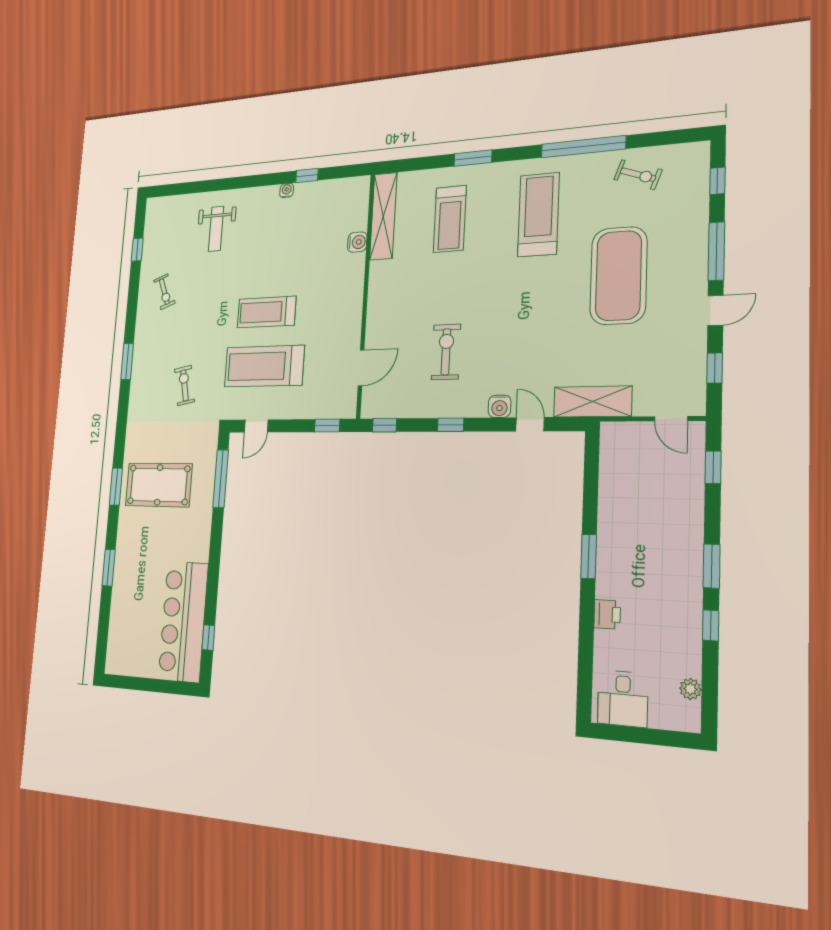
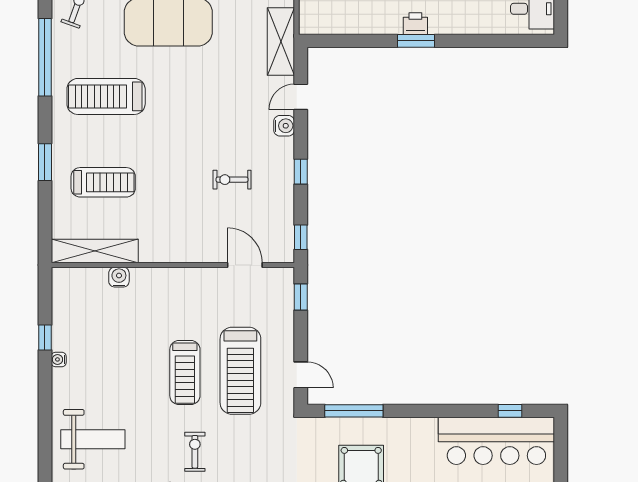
weight bench: (216, 229) -> (93, 439), width x1.36, depth x1.33
exercise bike: (446, 352) -> (232, 180), width x0.73, depth x0.72
exercise bike: (184, 385) -> (195, 452), moved, turned 101
printer: (607, 614) -> (415, 24), moved

